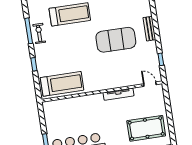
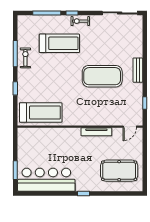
door: (150, 84) -> (130, 127), swing flipped

